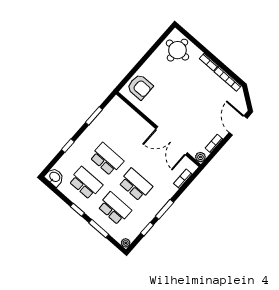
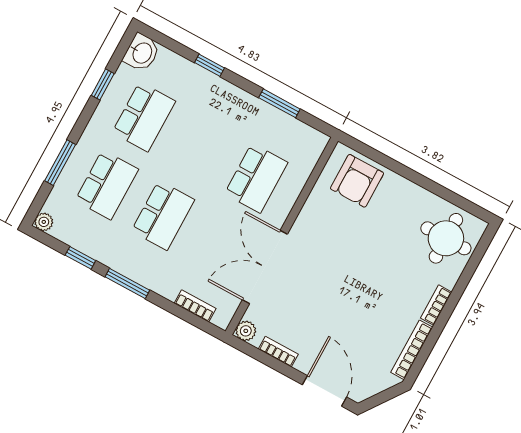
door: (238, 125) -> (325, 391), hinge flipped
school desk: (107, 159) -> (256, 178), moved
window: (77, 210) -> (103, 84), moved

